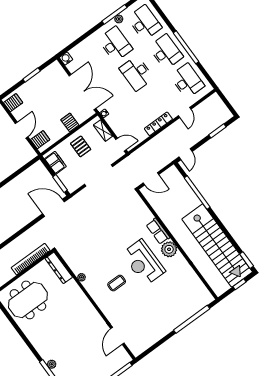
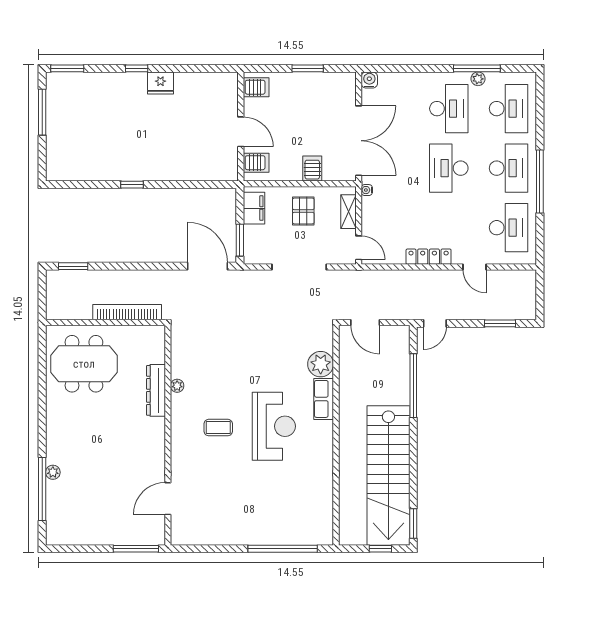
door: (185, 112) -> (475, 267), hinge flipped
door: (22, 130) -> (241, 132), hinge flipped
plant: (169, 249) -> (321, 364), moved
reception desk: (143, 262) -> (274, 426), turned 180
dresser: (59, 268) -> (156, 390), moved

